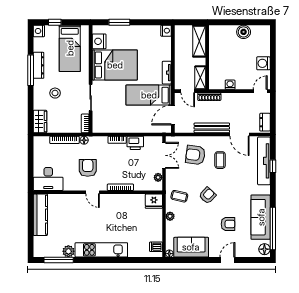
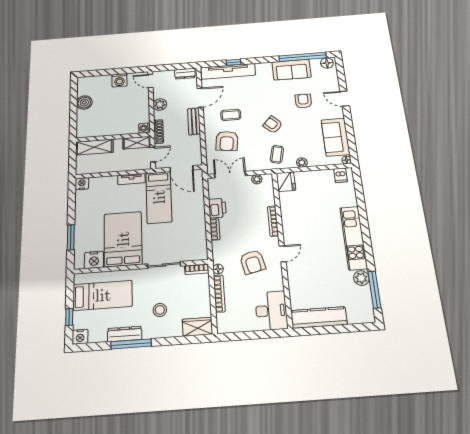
washing machine: (230, 85) -> (145, 128), moved
plant: (236, 99) -> (160, 104), added
bench: (212, 128) -> (194, 121), width x0.73
armchair: (88, 168) -> (253, 262), turned -103
sofa: (261, 217) -> (291, 70), width x0.73

